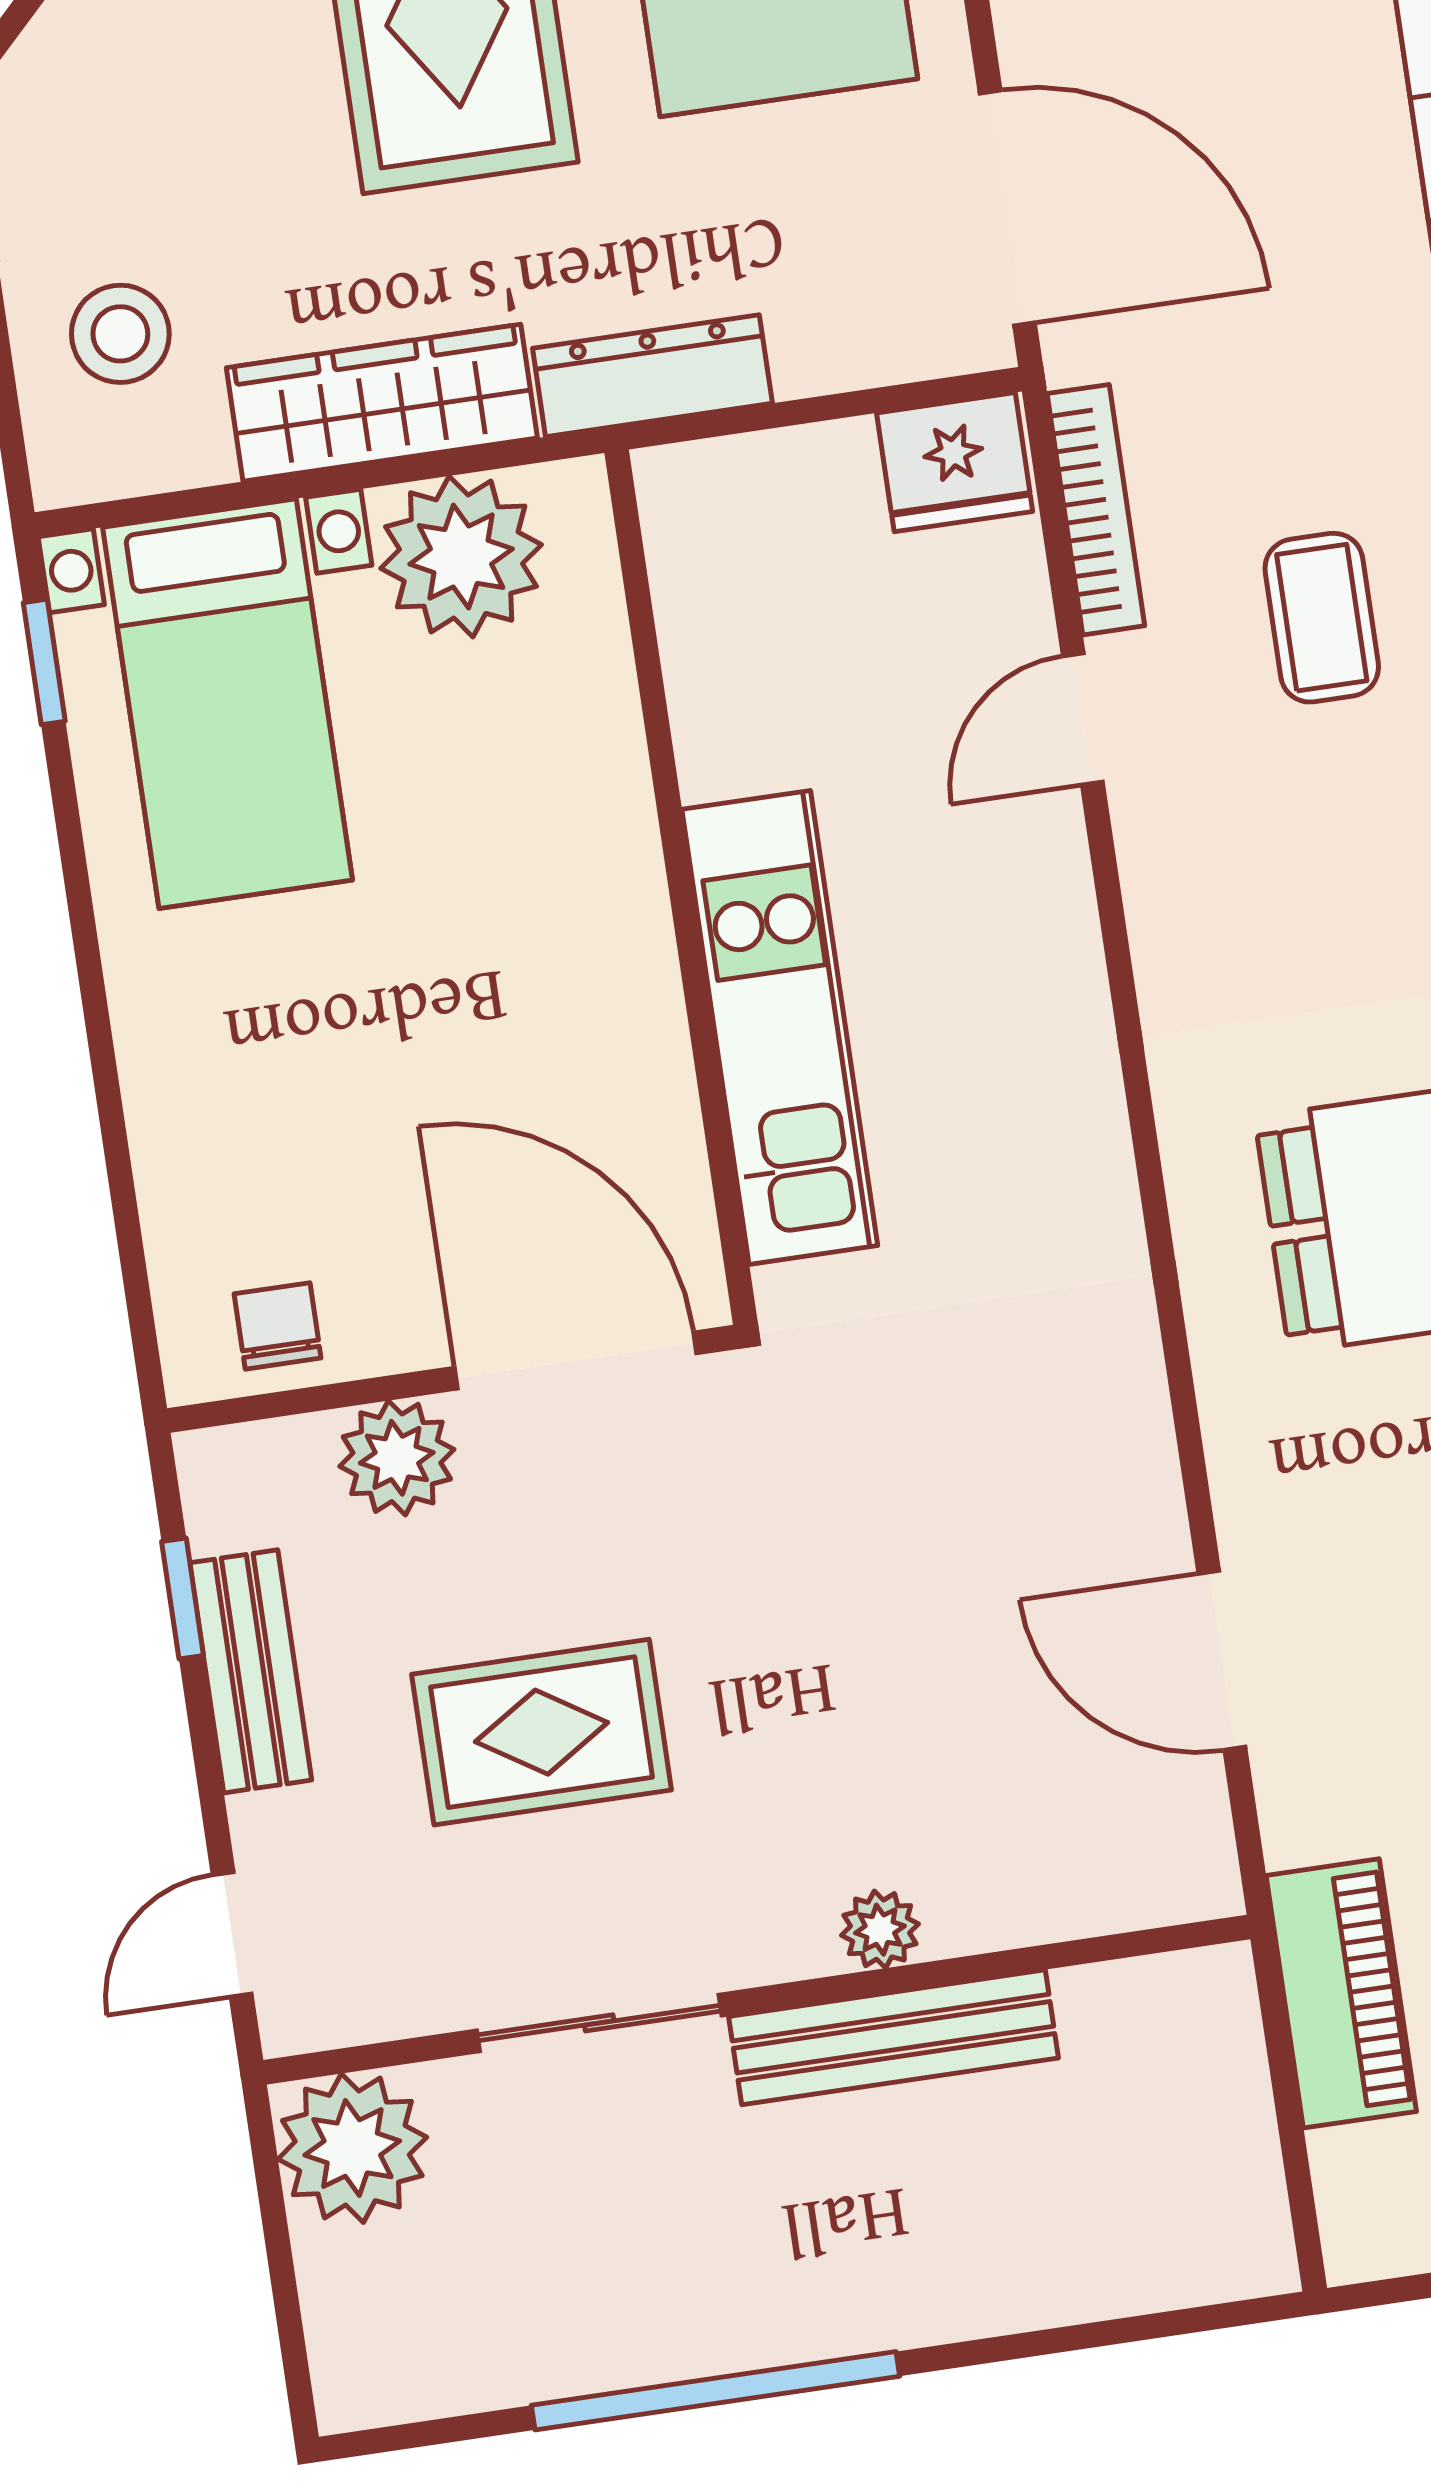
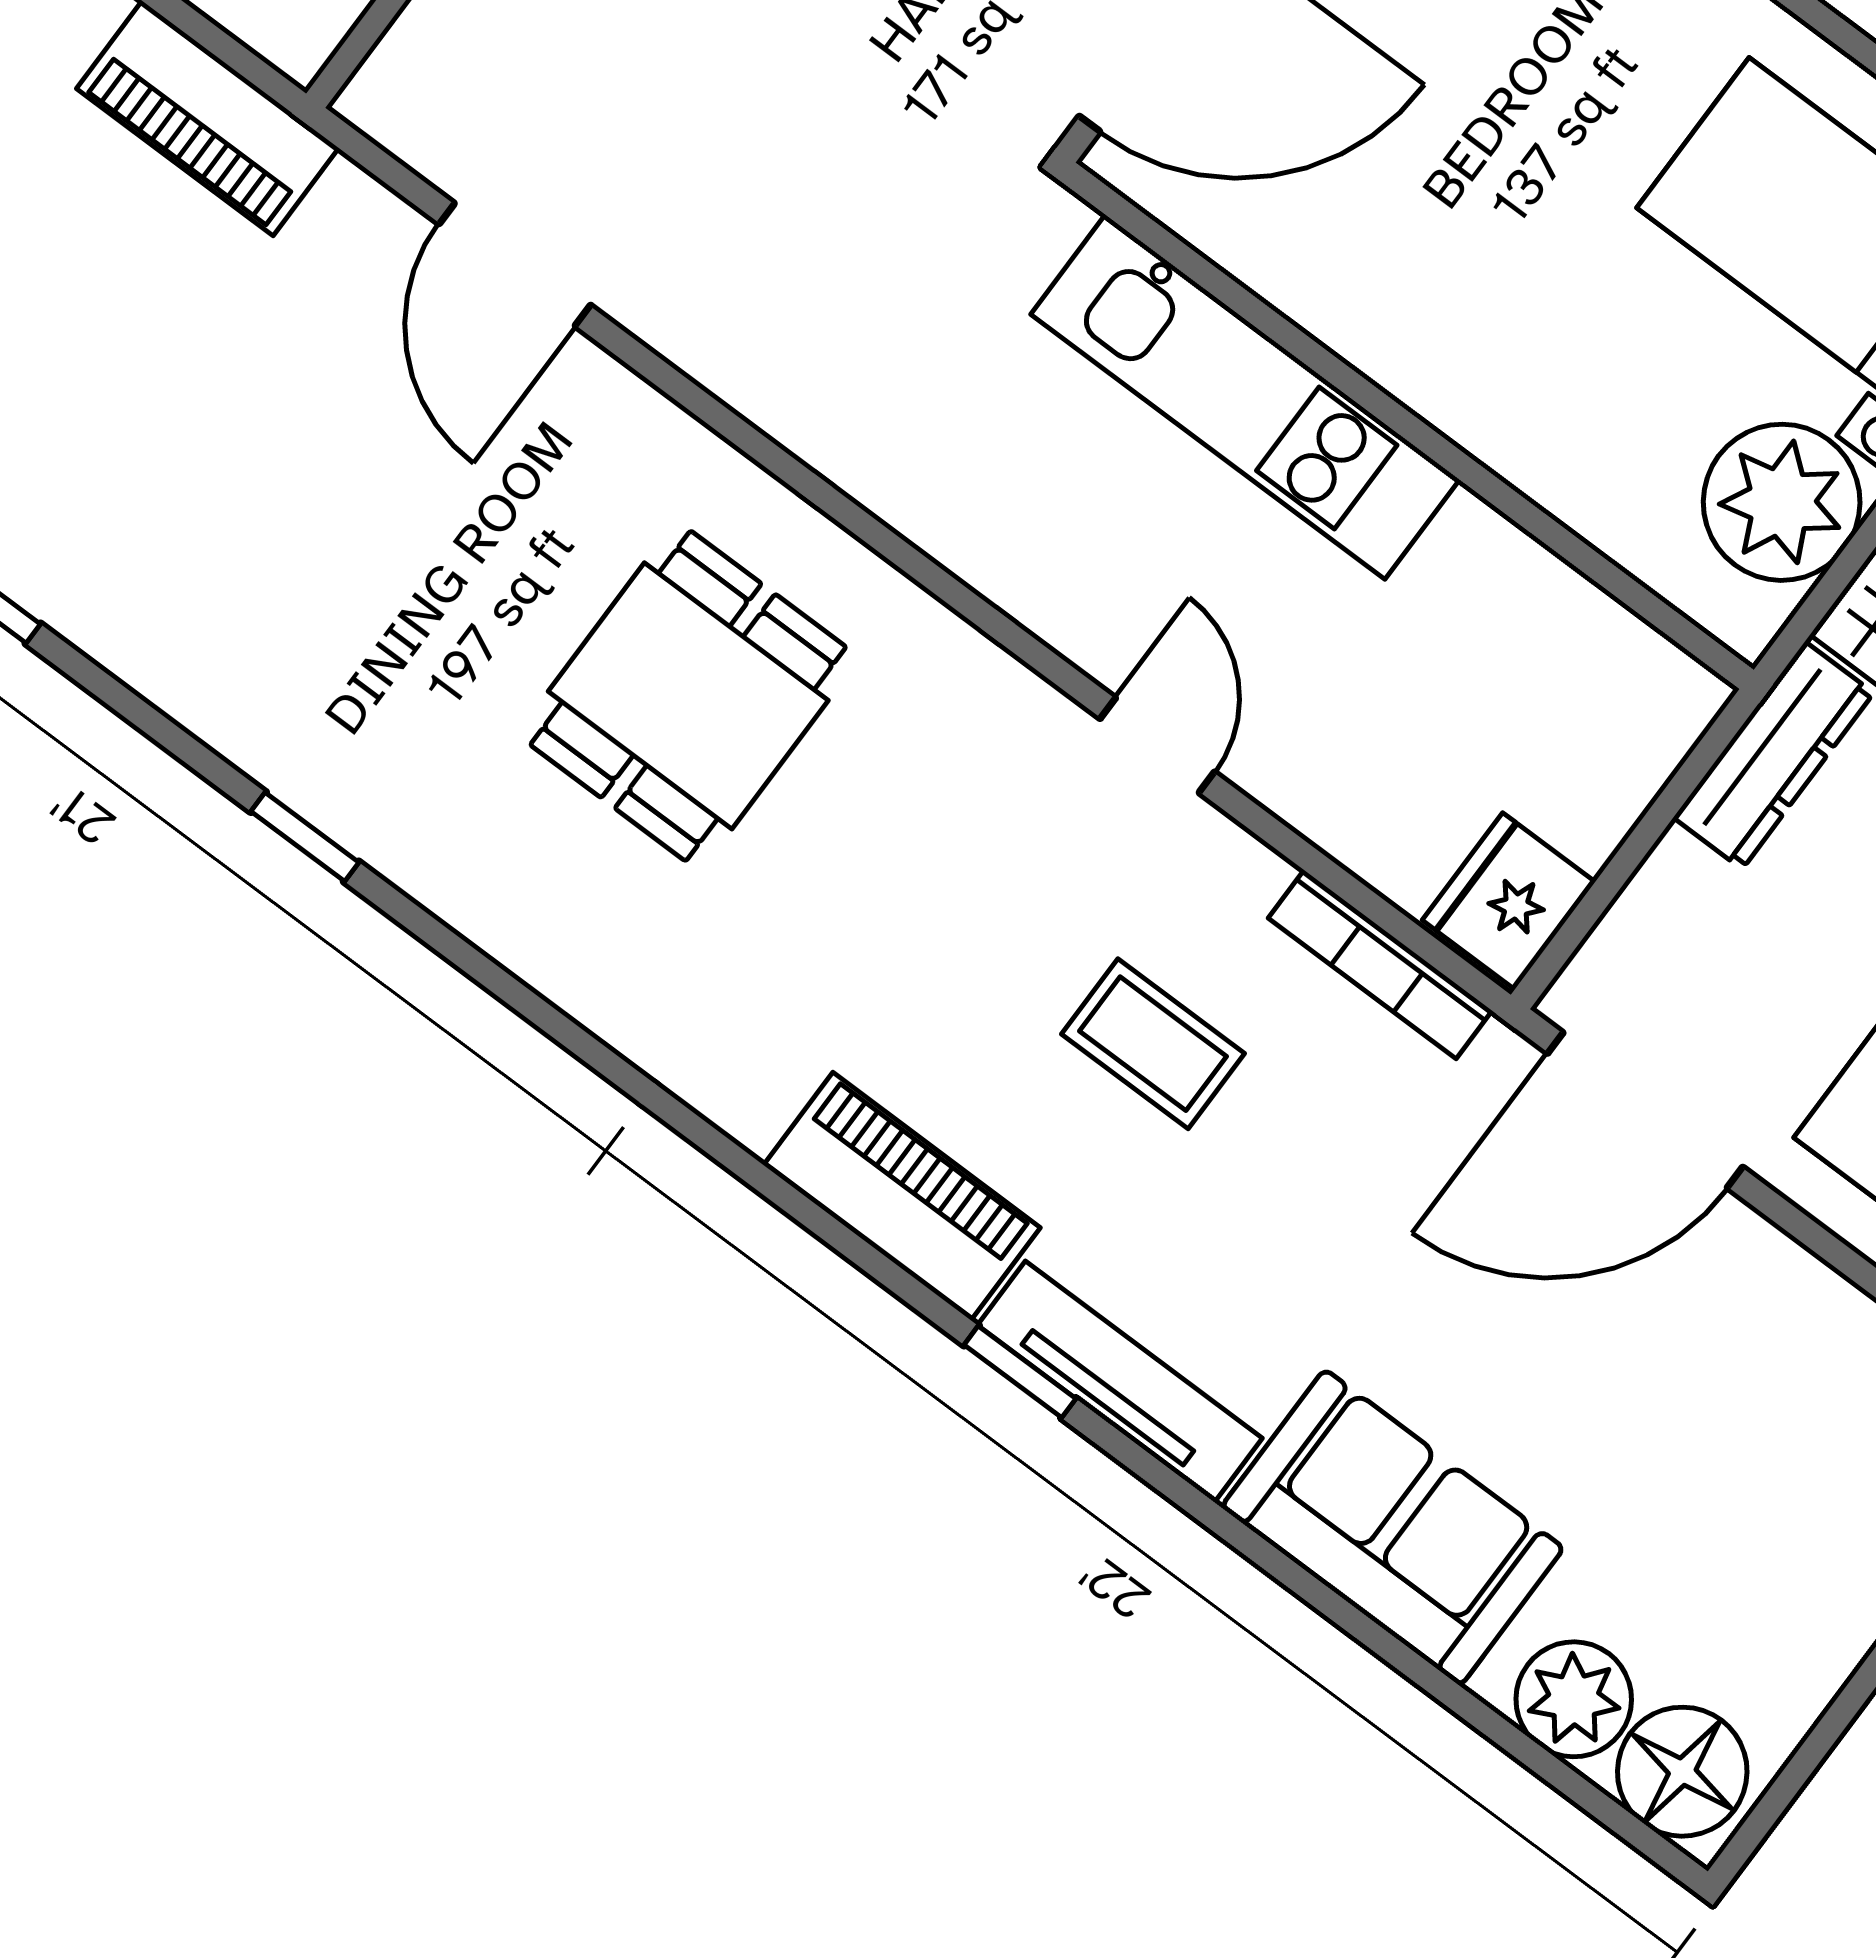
door: (1083, 719) -> (1157, 745), moved
door: (1222, 1660) -> (515, 265), swing flipped

